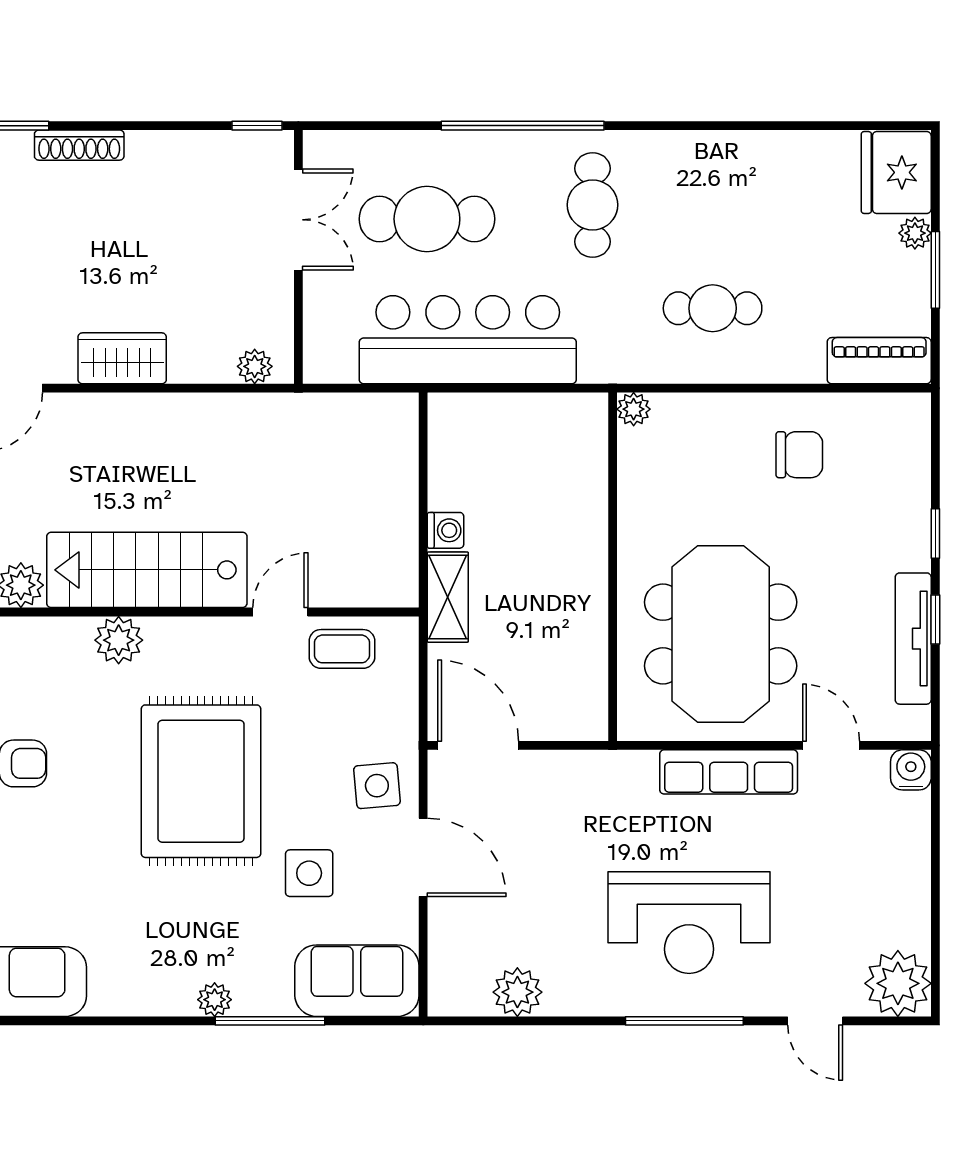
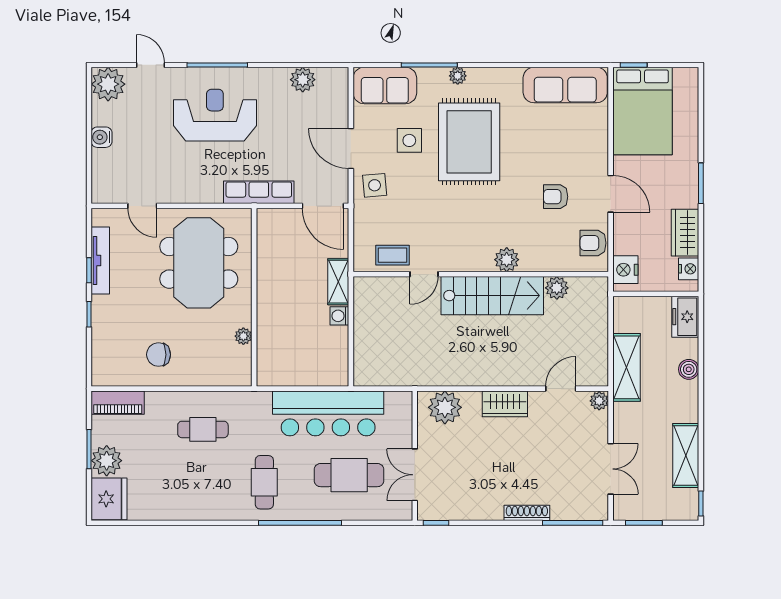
plant: (915, 233) -> (107, 461), width x1.87, depth x1.87
plant: (255, 366) -> (445, 407), width x1.88, depth x1.88
plant: (634, 409) -> (243, 336), moved
water cooler: (911, 770) -> (102, 137), moved, turned 90
row of seats: (729, 772) -> (259, 192), moved
rug: (201, 781) -> (469, 142), moved

